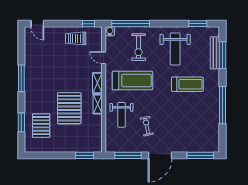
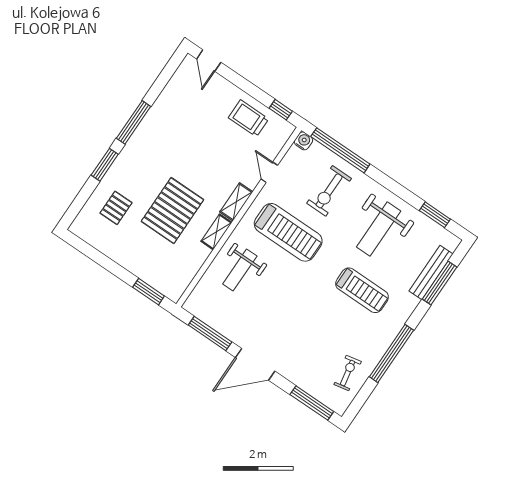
window: (21, 122) -> (105, 165), moved
pallet: (41, 126) -> (116, 208), width x0.67, depth x0.71
exercise bike: (147, 126) -> (348, 373), moved

